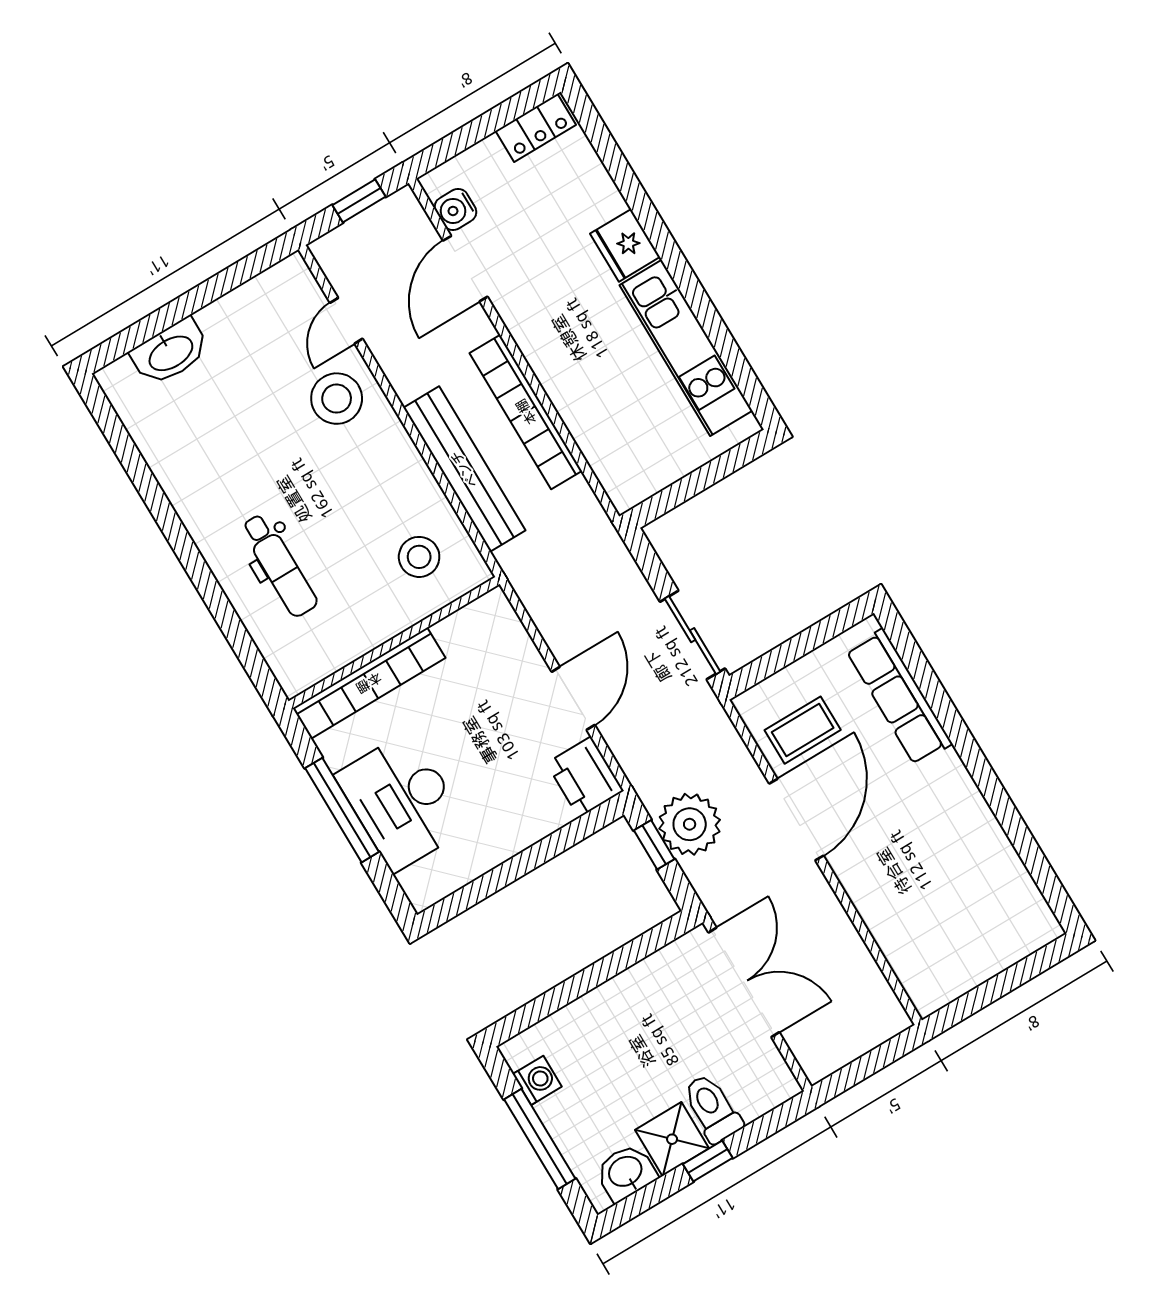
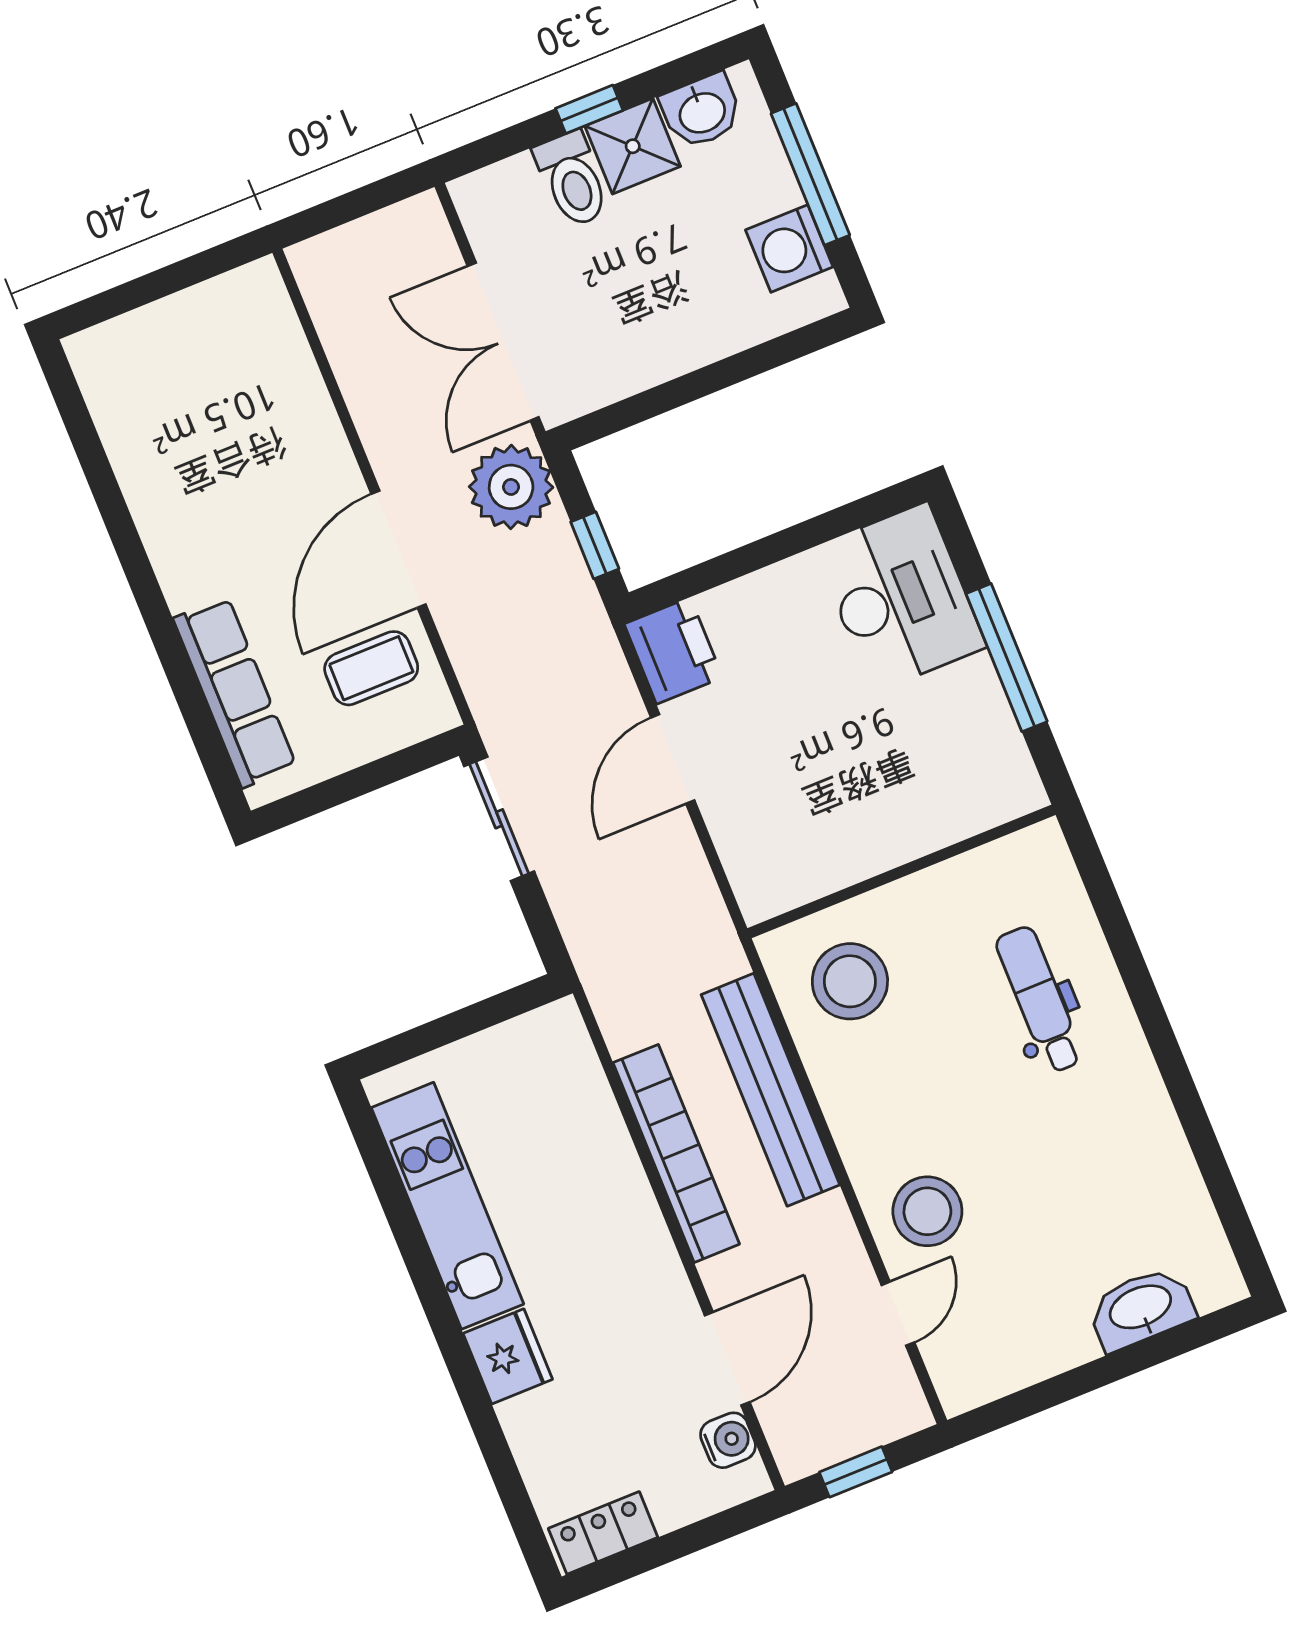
stool: (419, 557) -> (850, 981), width x1.38, depth x1.38
bookcase: (369, 683) -> (944, 822), removed
desk: (402, 801) -> (900, 597), moved
plant: (690, 824) -> (511, 487), moved
washing machine: (537, 1080) -> (789, 248), width x1.38, depth x1.38

